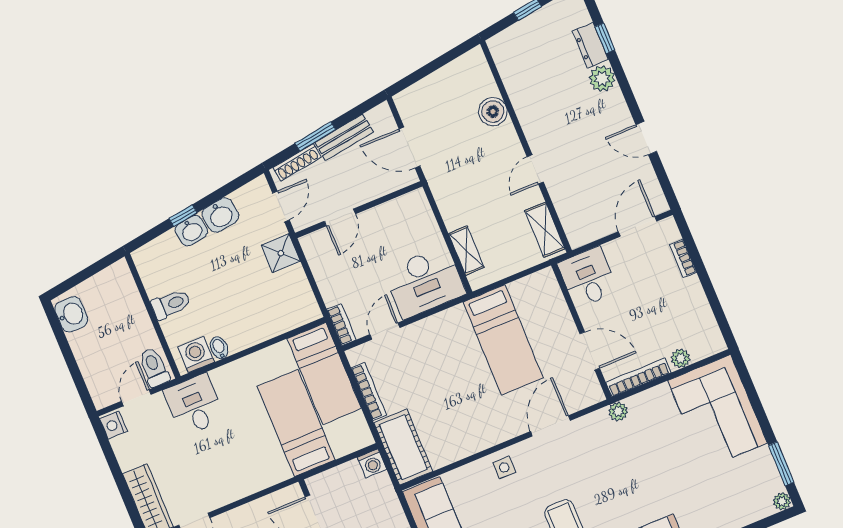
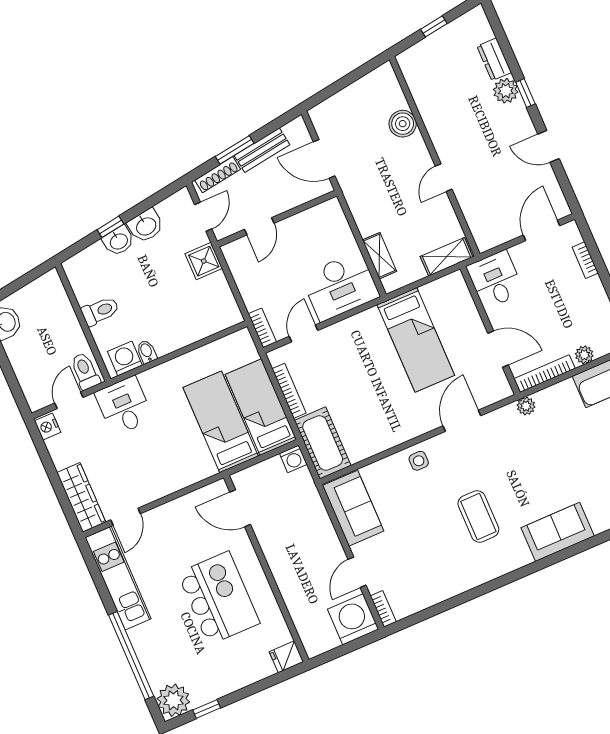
window: (605, 38) -> (525, 93), moved
shelving: (545, 230) -> (447, 257), moved, turned 90
bed: (324, 373) -> (261, 407), moved, turned 180

